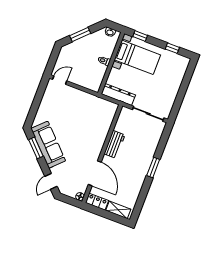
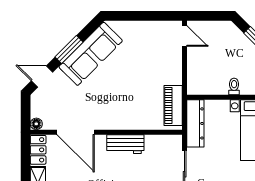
piano: (101, 104) -> (173, 105), added
window: (36, 148) -> (69, 50), moved
door: (95, 173) -> (76, 132), hinge flipped

